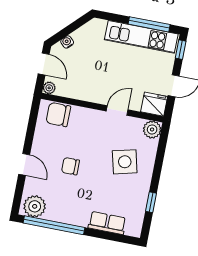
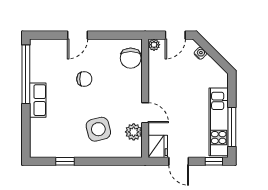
chair: (58, 115) -> (131, 58), turned 180
plant: (152, 130) -> (134, 132), moved
chair: (70, 166) -> (84, 79), turned 90
plant: (35, 206) -> (40, 53), removed
row of seats: (107, 223) -> (38, 100), moved

